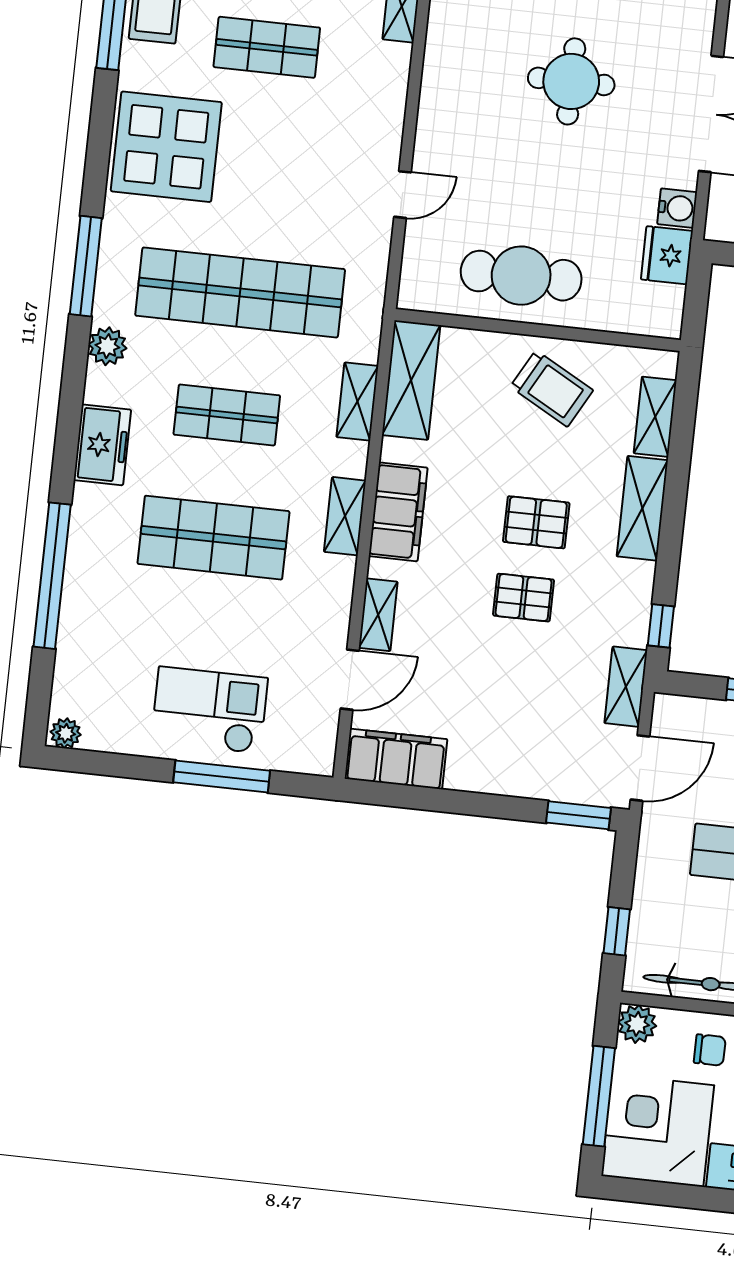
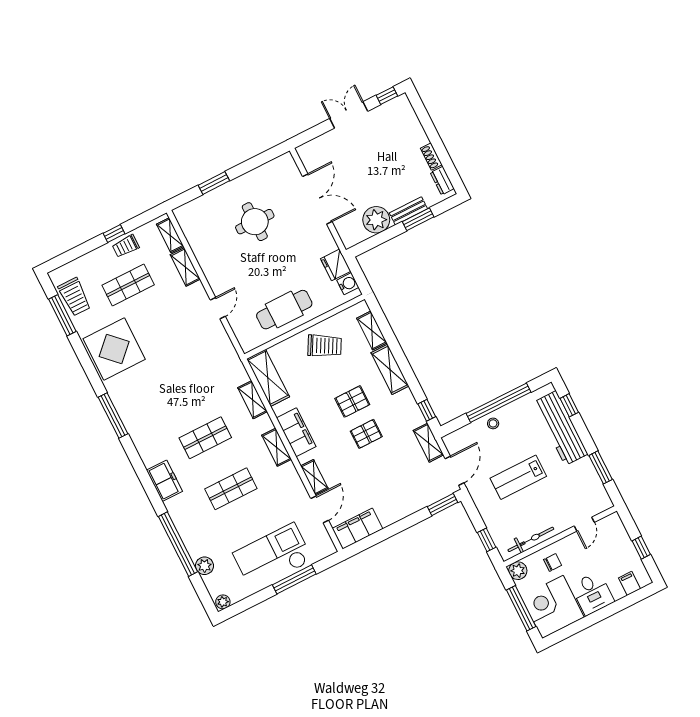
shelving: (392, 82) -> (185, 267), added
water cooler: (677, 208) -> (348, 284), moved
shop shelf: (240, 292) -> (180, 387), removed
plant: (107, 346) -> (205, 566), moved
shop shelf: (213, 538) -> (231, 489), width x0.70, depth x0.74
checkout: (209, 710) -> (273, 557), width x1.36, depth x1.21

